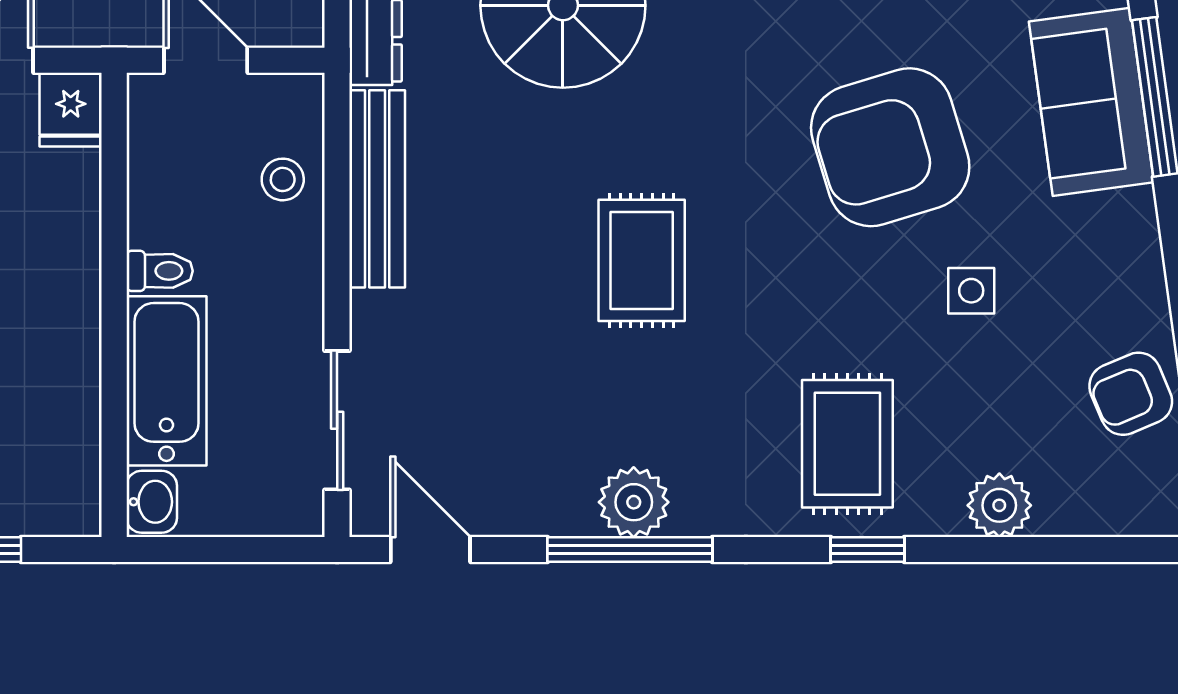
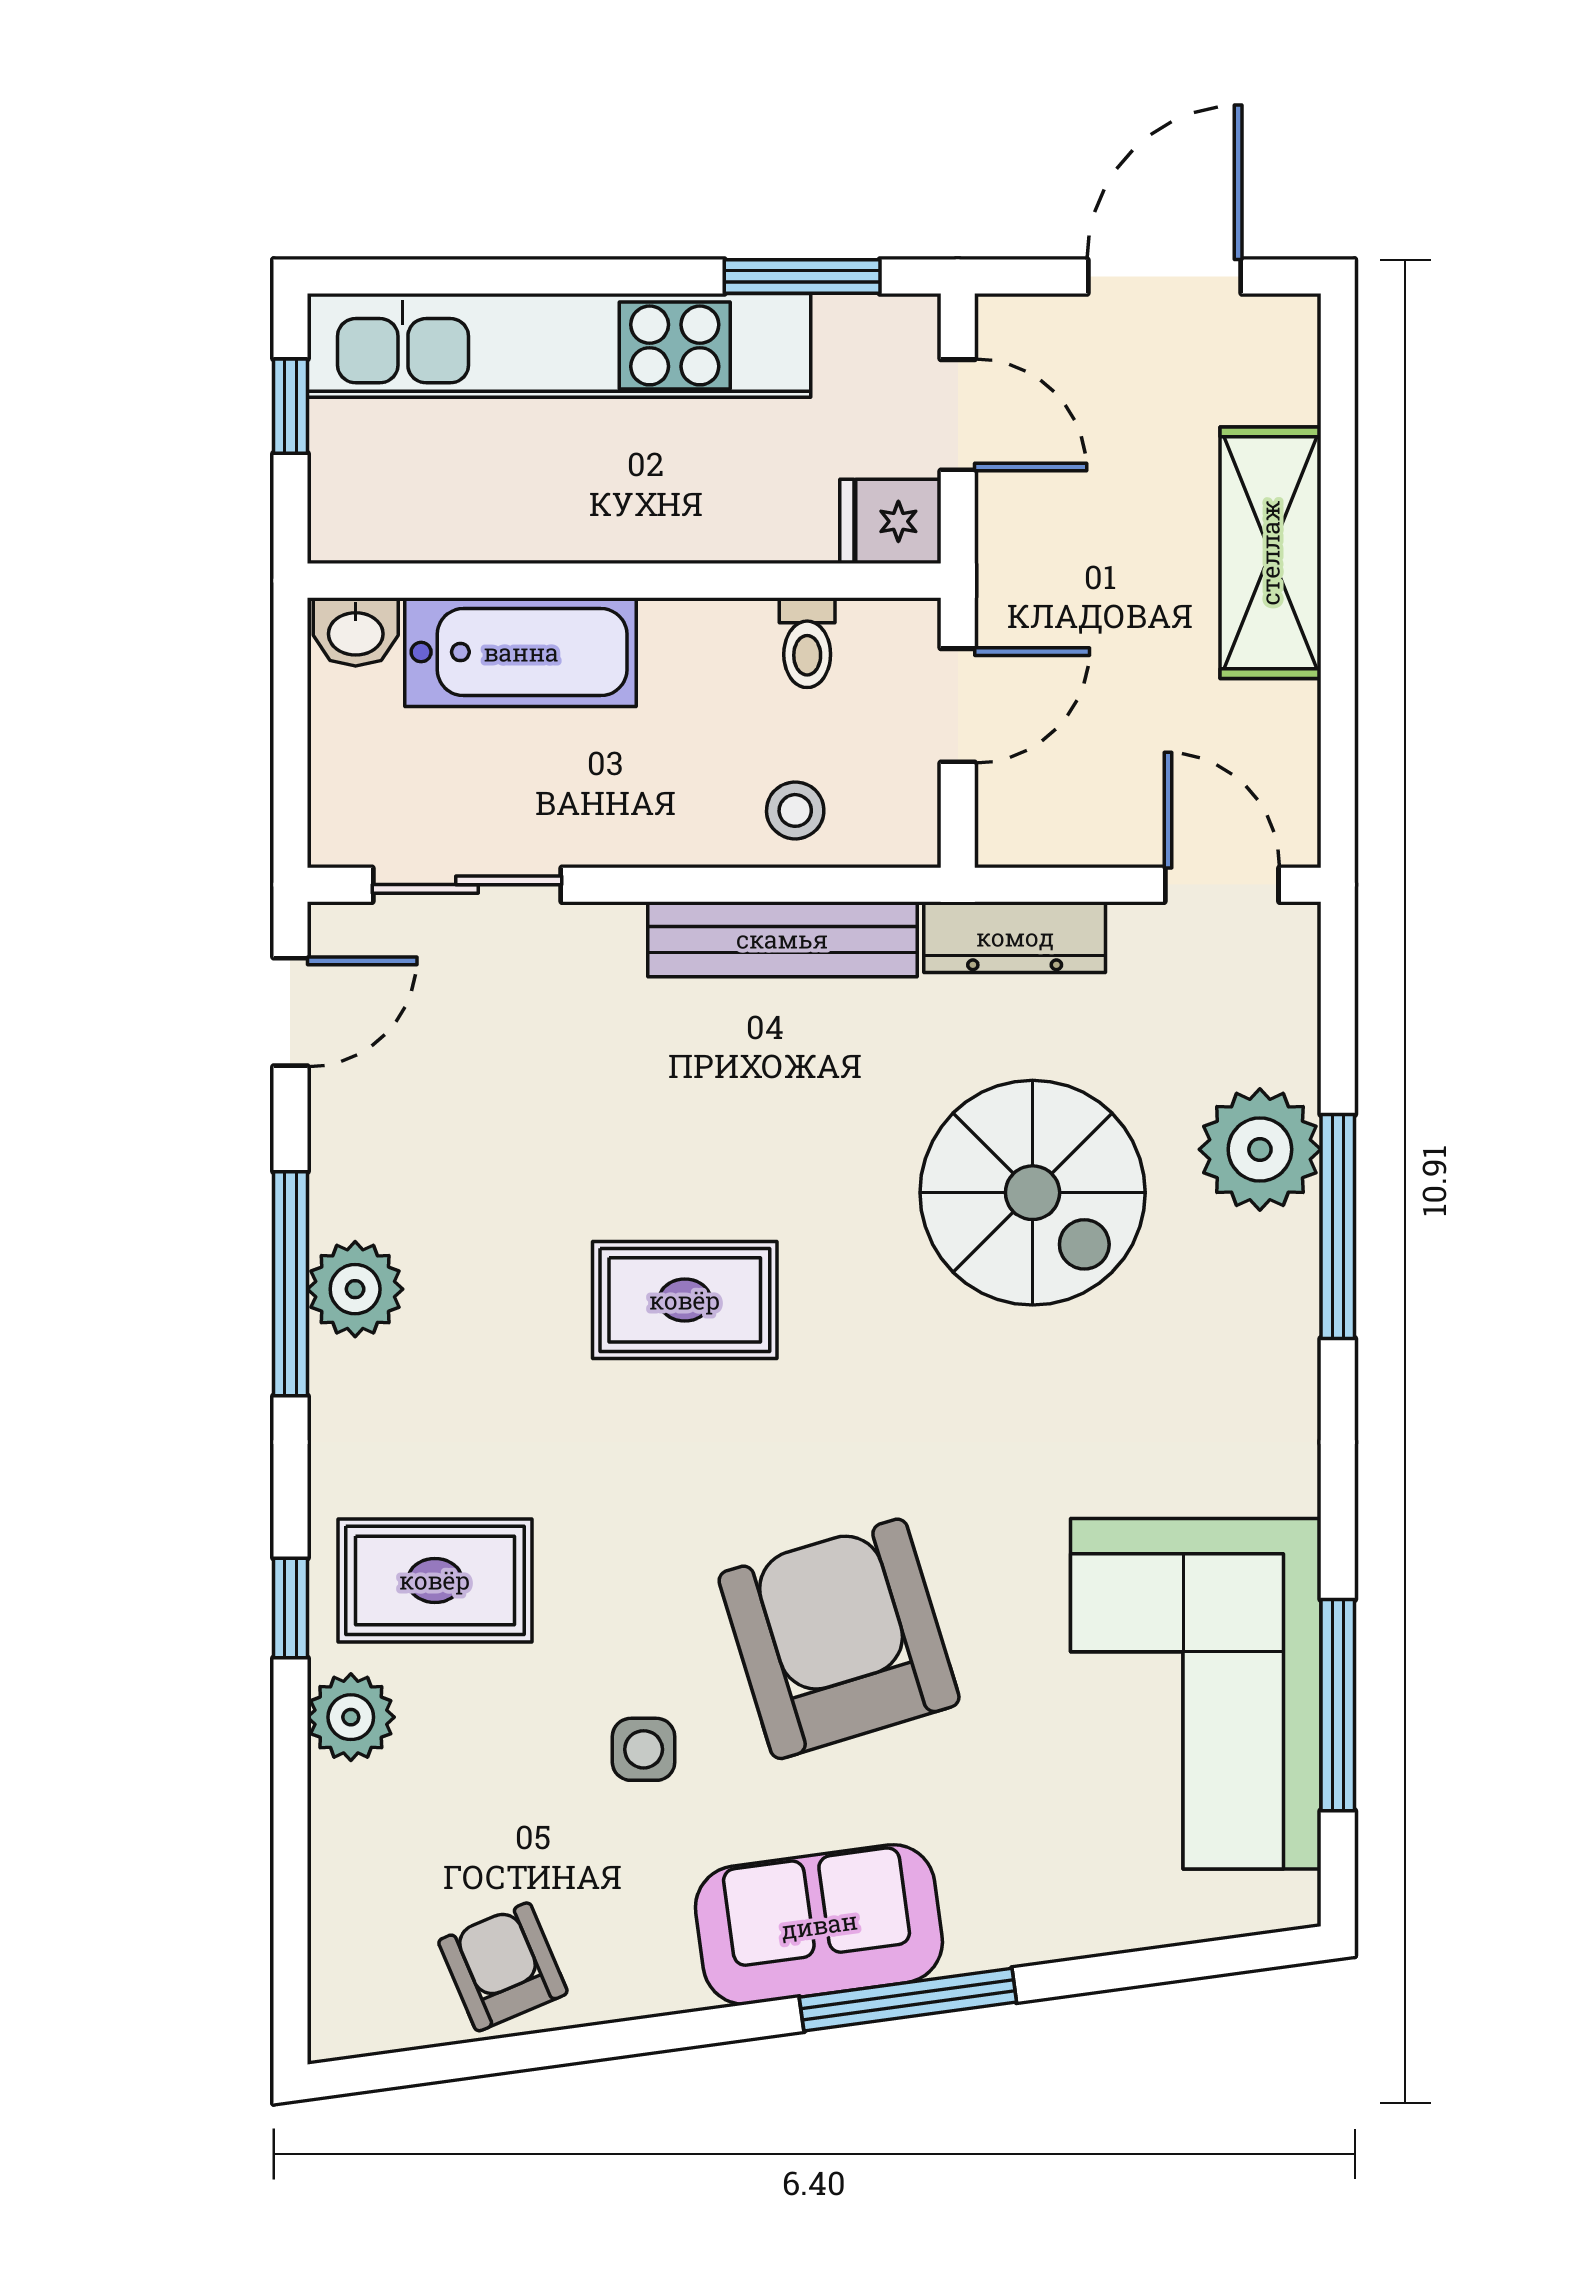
sofa: (1091, 102) -> (819, 1925), moved
toilet: (160, 271) -> (807, 643), moved
plant: (999, 505) -> (351, 1717), moved

